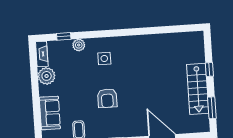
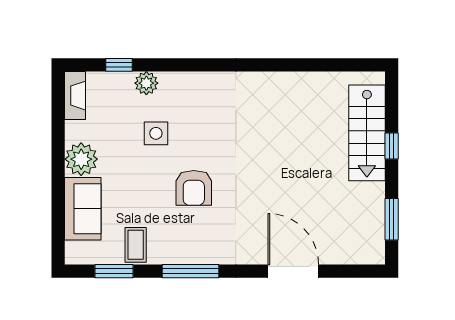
side table: (104, 58) -> (156, 133), moved
plant: (47, 76) -> (81, 159), moved
stairs: (198, 89) -> (367, 133), moved

